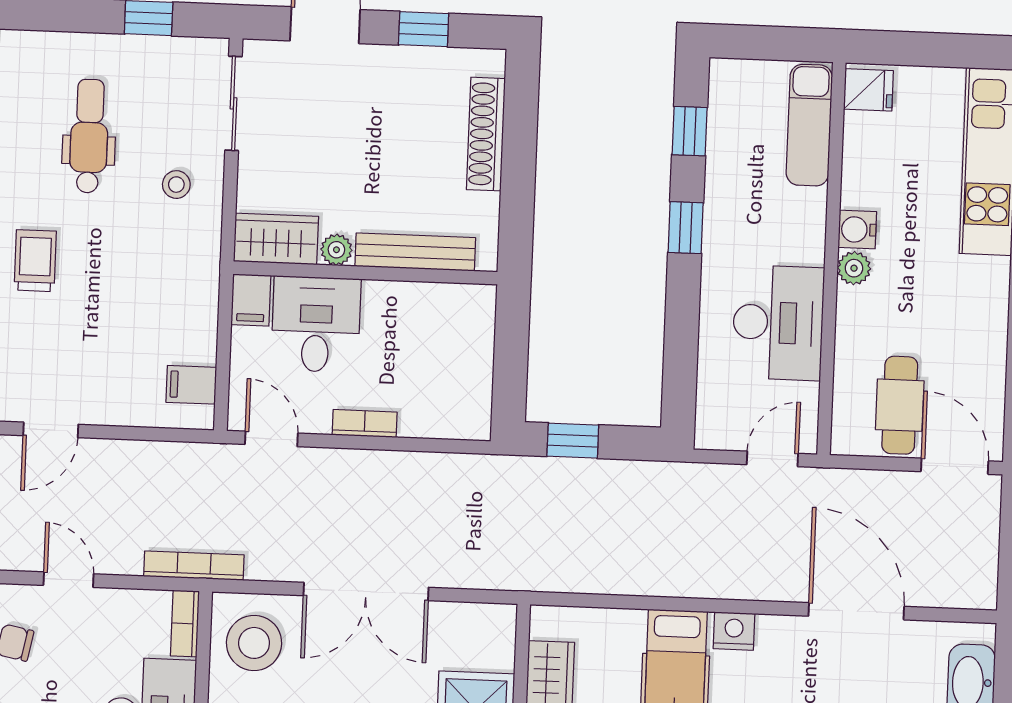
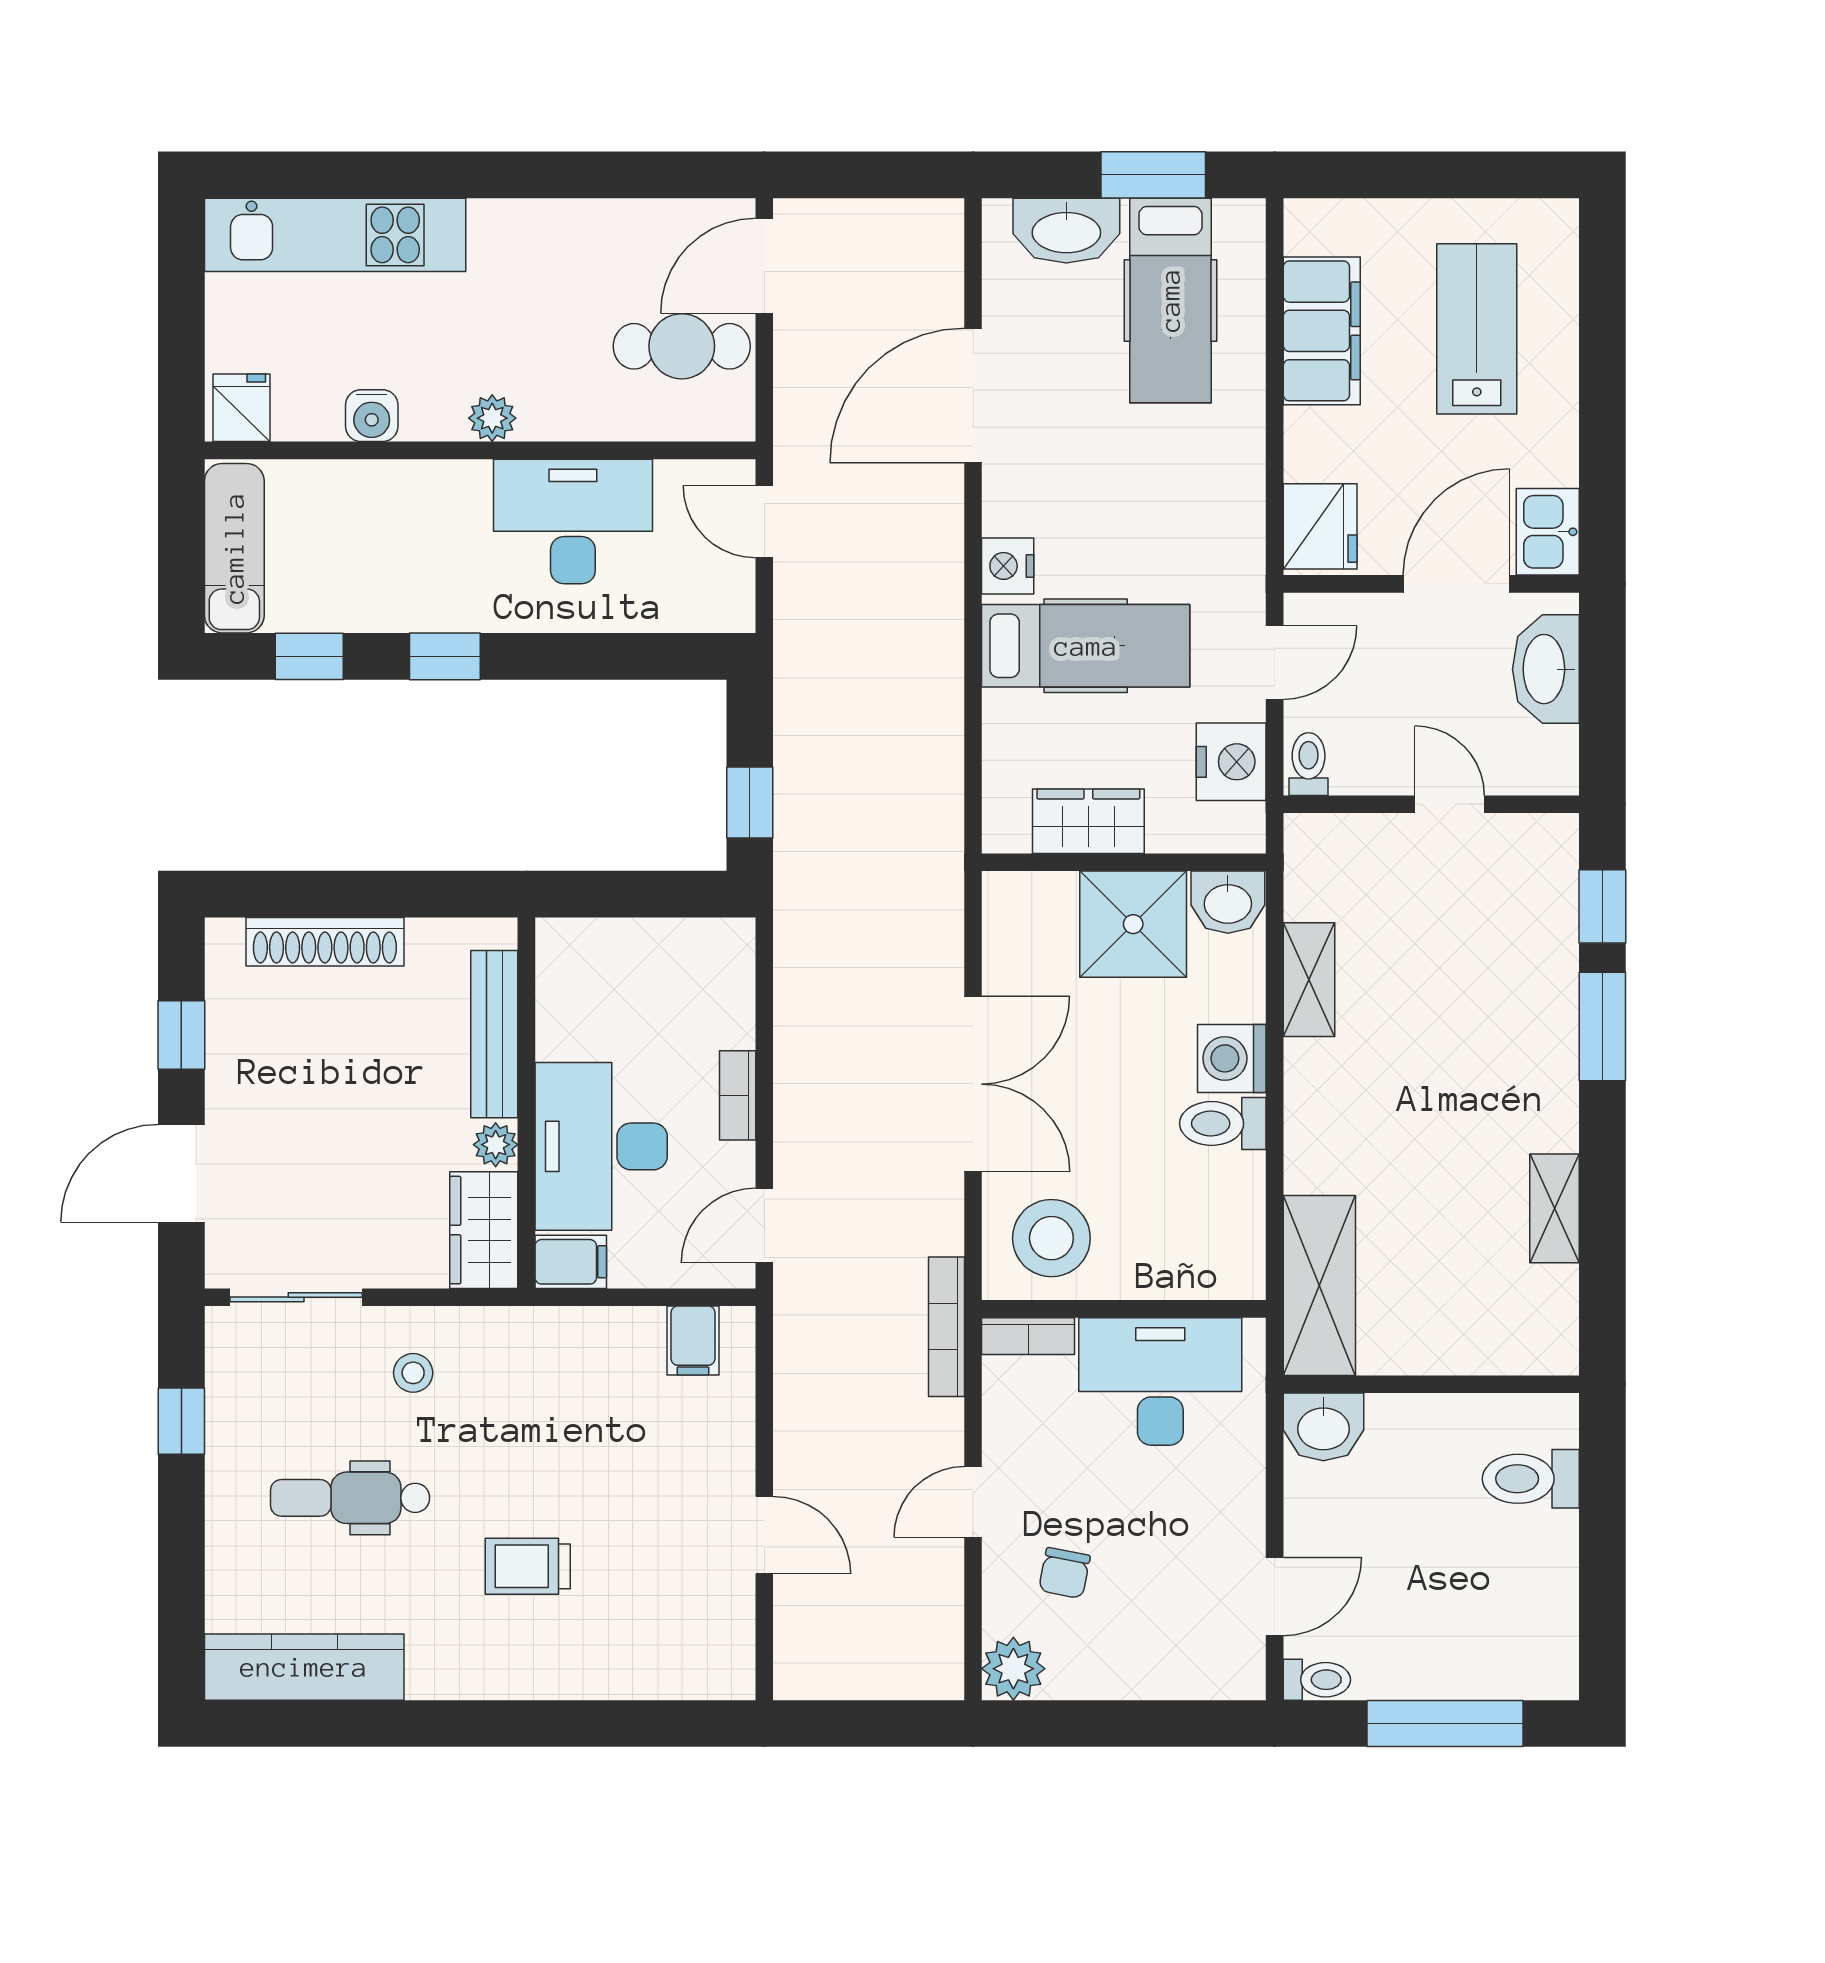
exam couch: (809, 125) -> (234, 548), moved, turned -90
water cooler: (857, 230) -> (372, 416), moved
desk: (316, 324) -> (601, 1146), width x1.37

